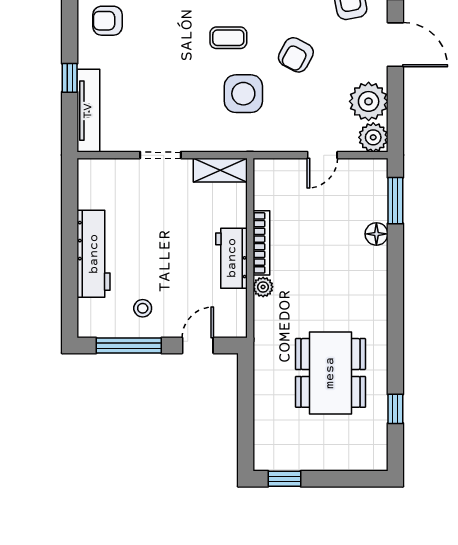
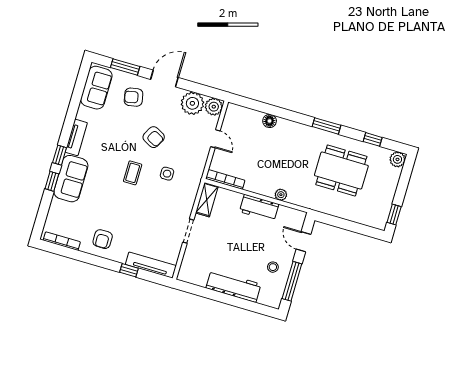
side table: (243, 94) -> (167, 174), width x0.54, depth x0.54
window: (395, 201) -> (327, 126), moved
bookcase: (261, 243) -> (225, 179), moved
plant: (375, 458) -> (397, 159), added

